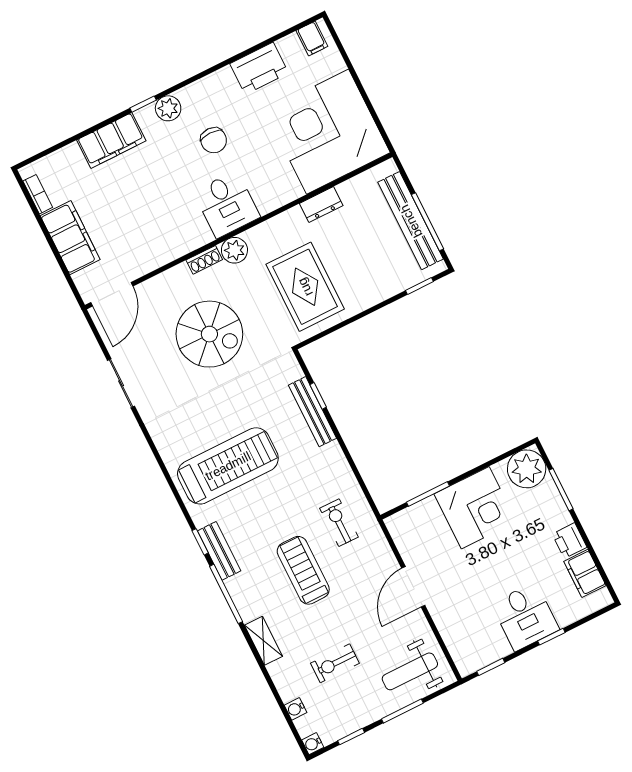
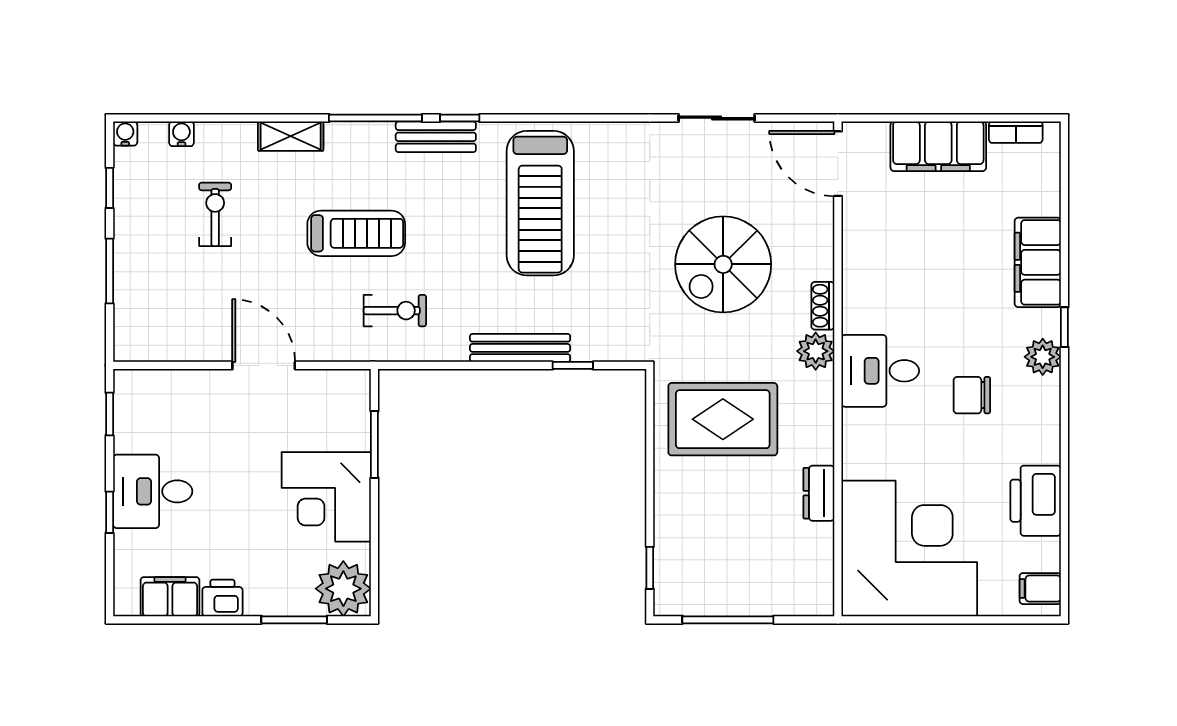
bench: (411, 221) -> (740, 599), removed
bench: (312, 412) -> (520, 348), moved
weight bench: (410, 671) -> (156, 306), removed

